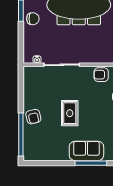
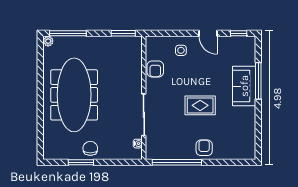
armchair: (33, 117) -> (204, 148), turned -77
window: (21, 134) -> (177, 162), moved

